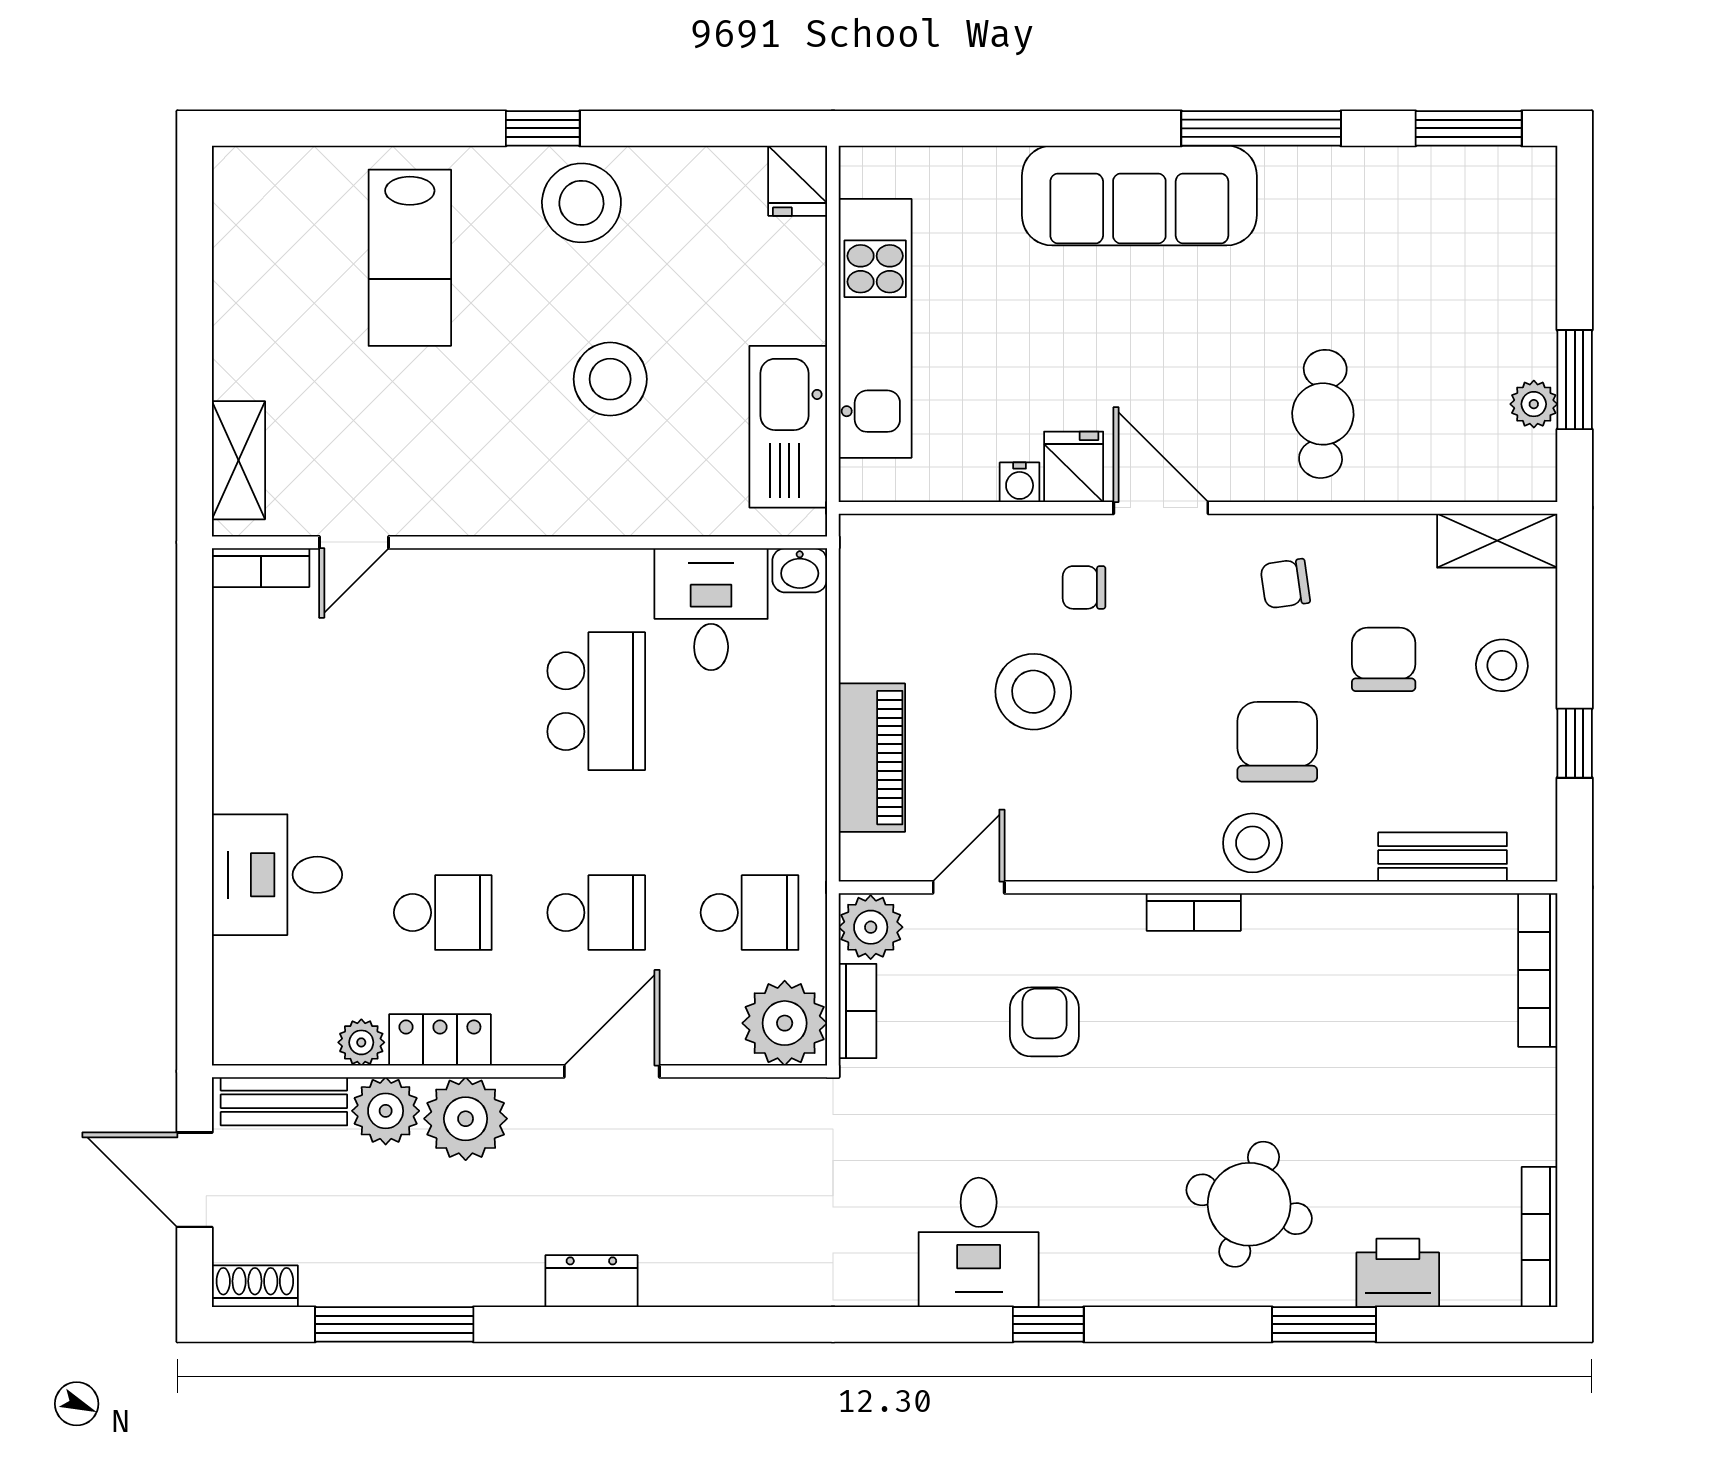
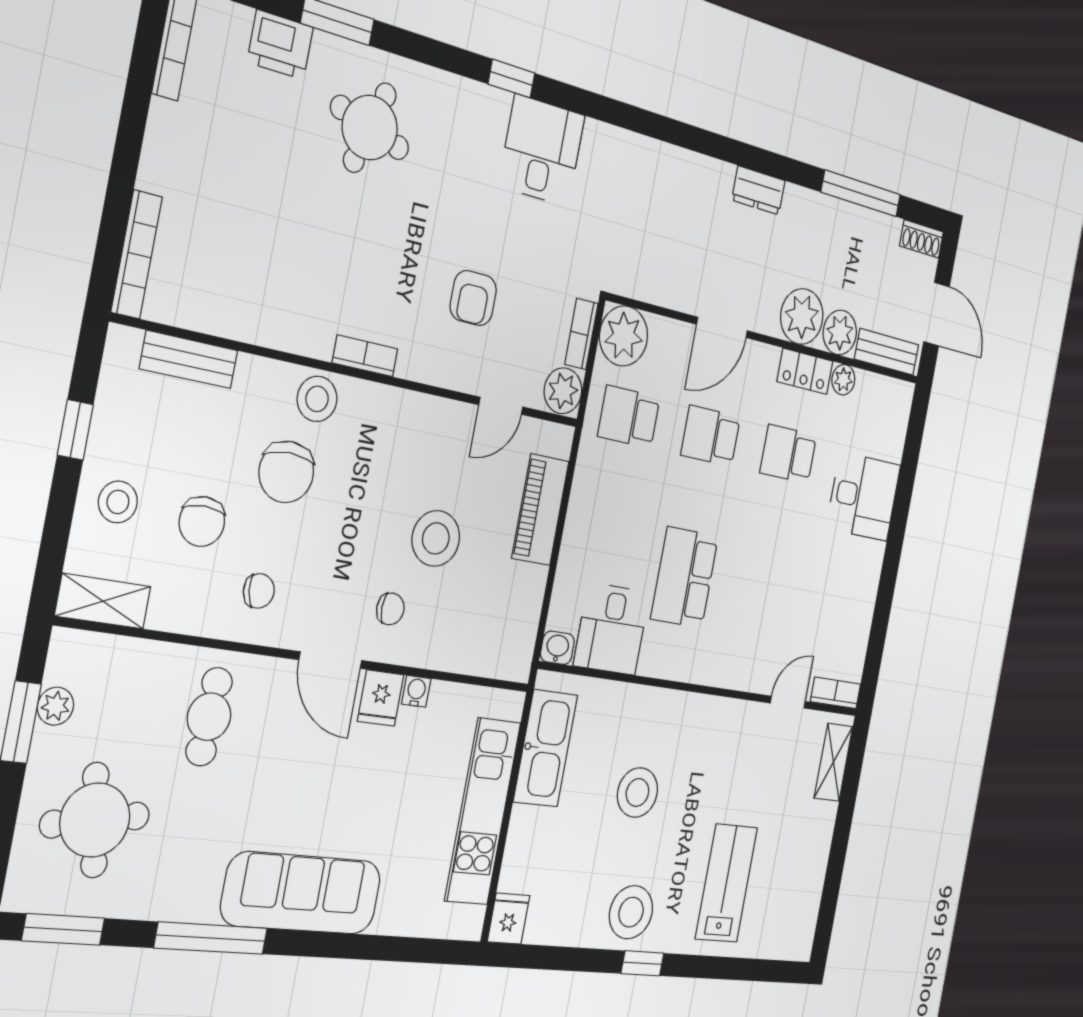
round table: (1454, 268) -> (95, 820), added

